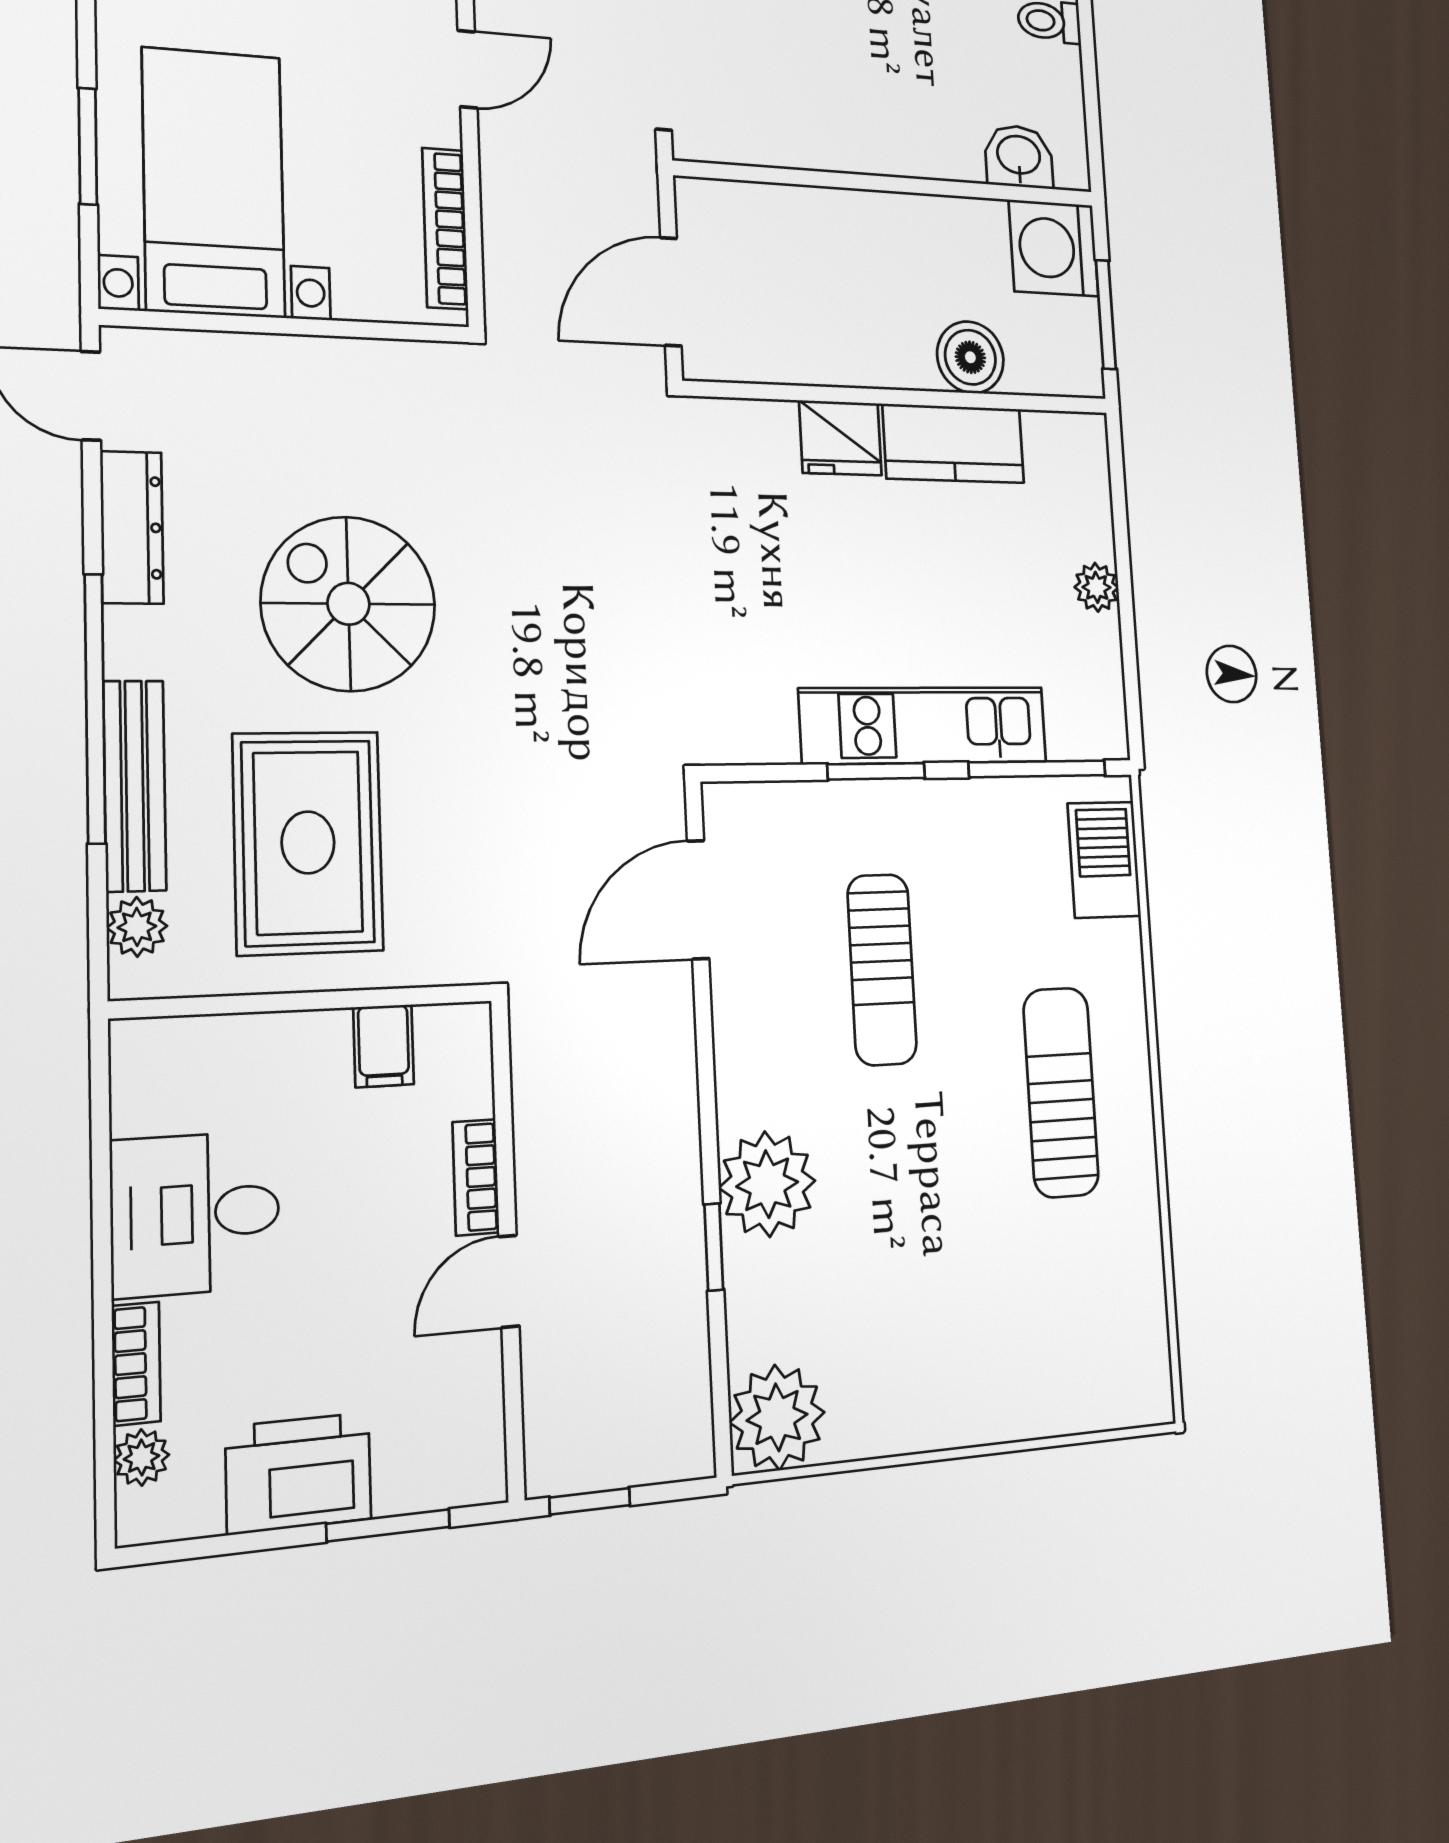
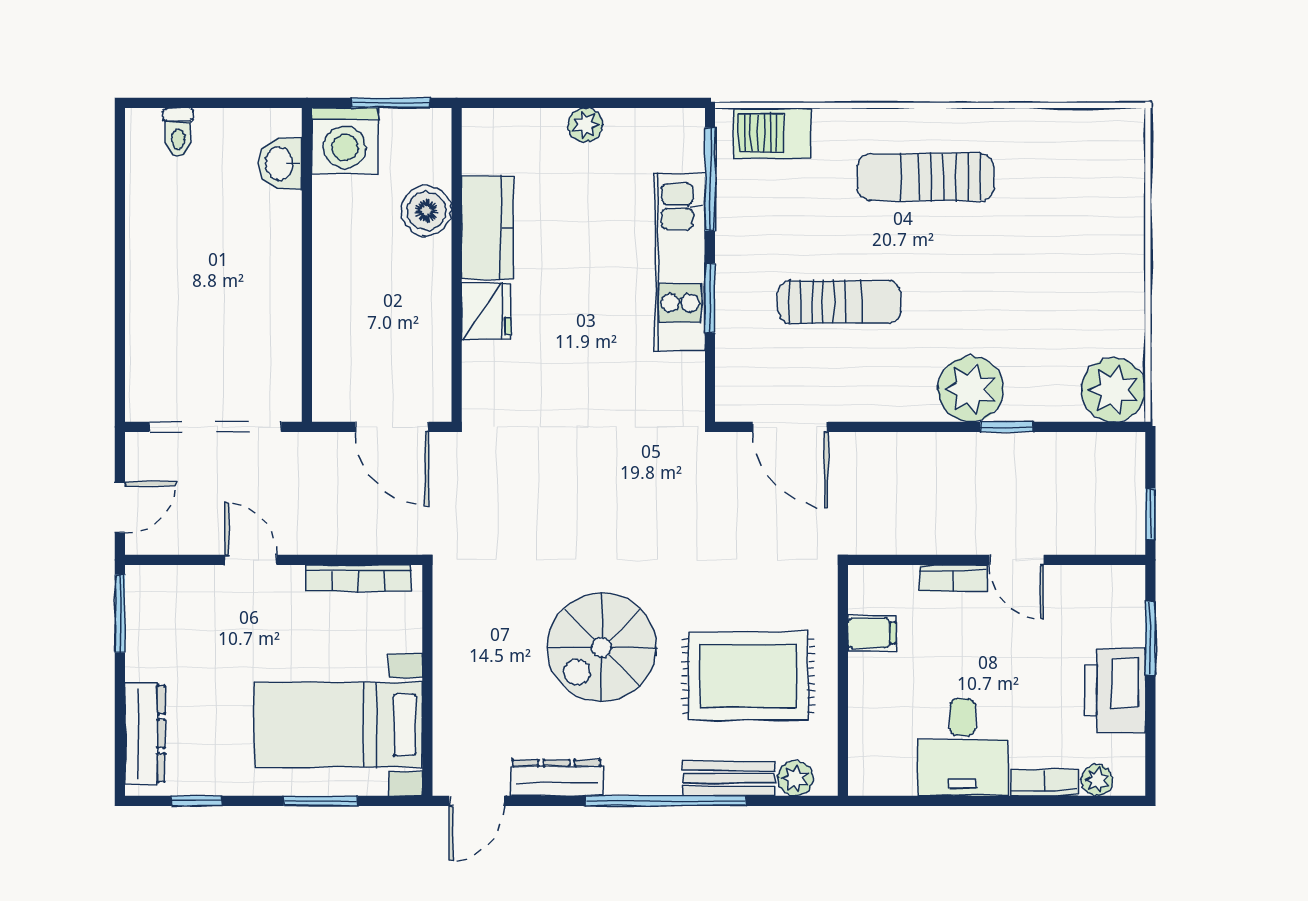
bench: (135, 786) -> (729, 778), width x0.73

